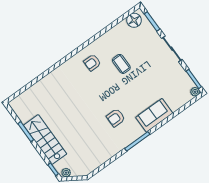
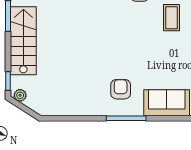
armchair: (116, 118) -> (121, 89), moved, turned 90

